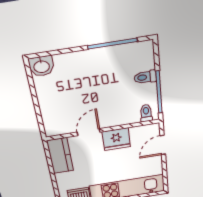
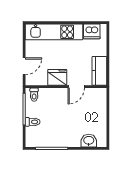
washbasin: (41, 66) -> (89, 141), moved

